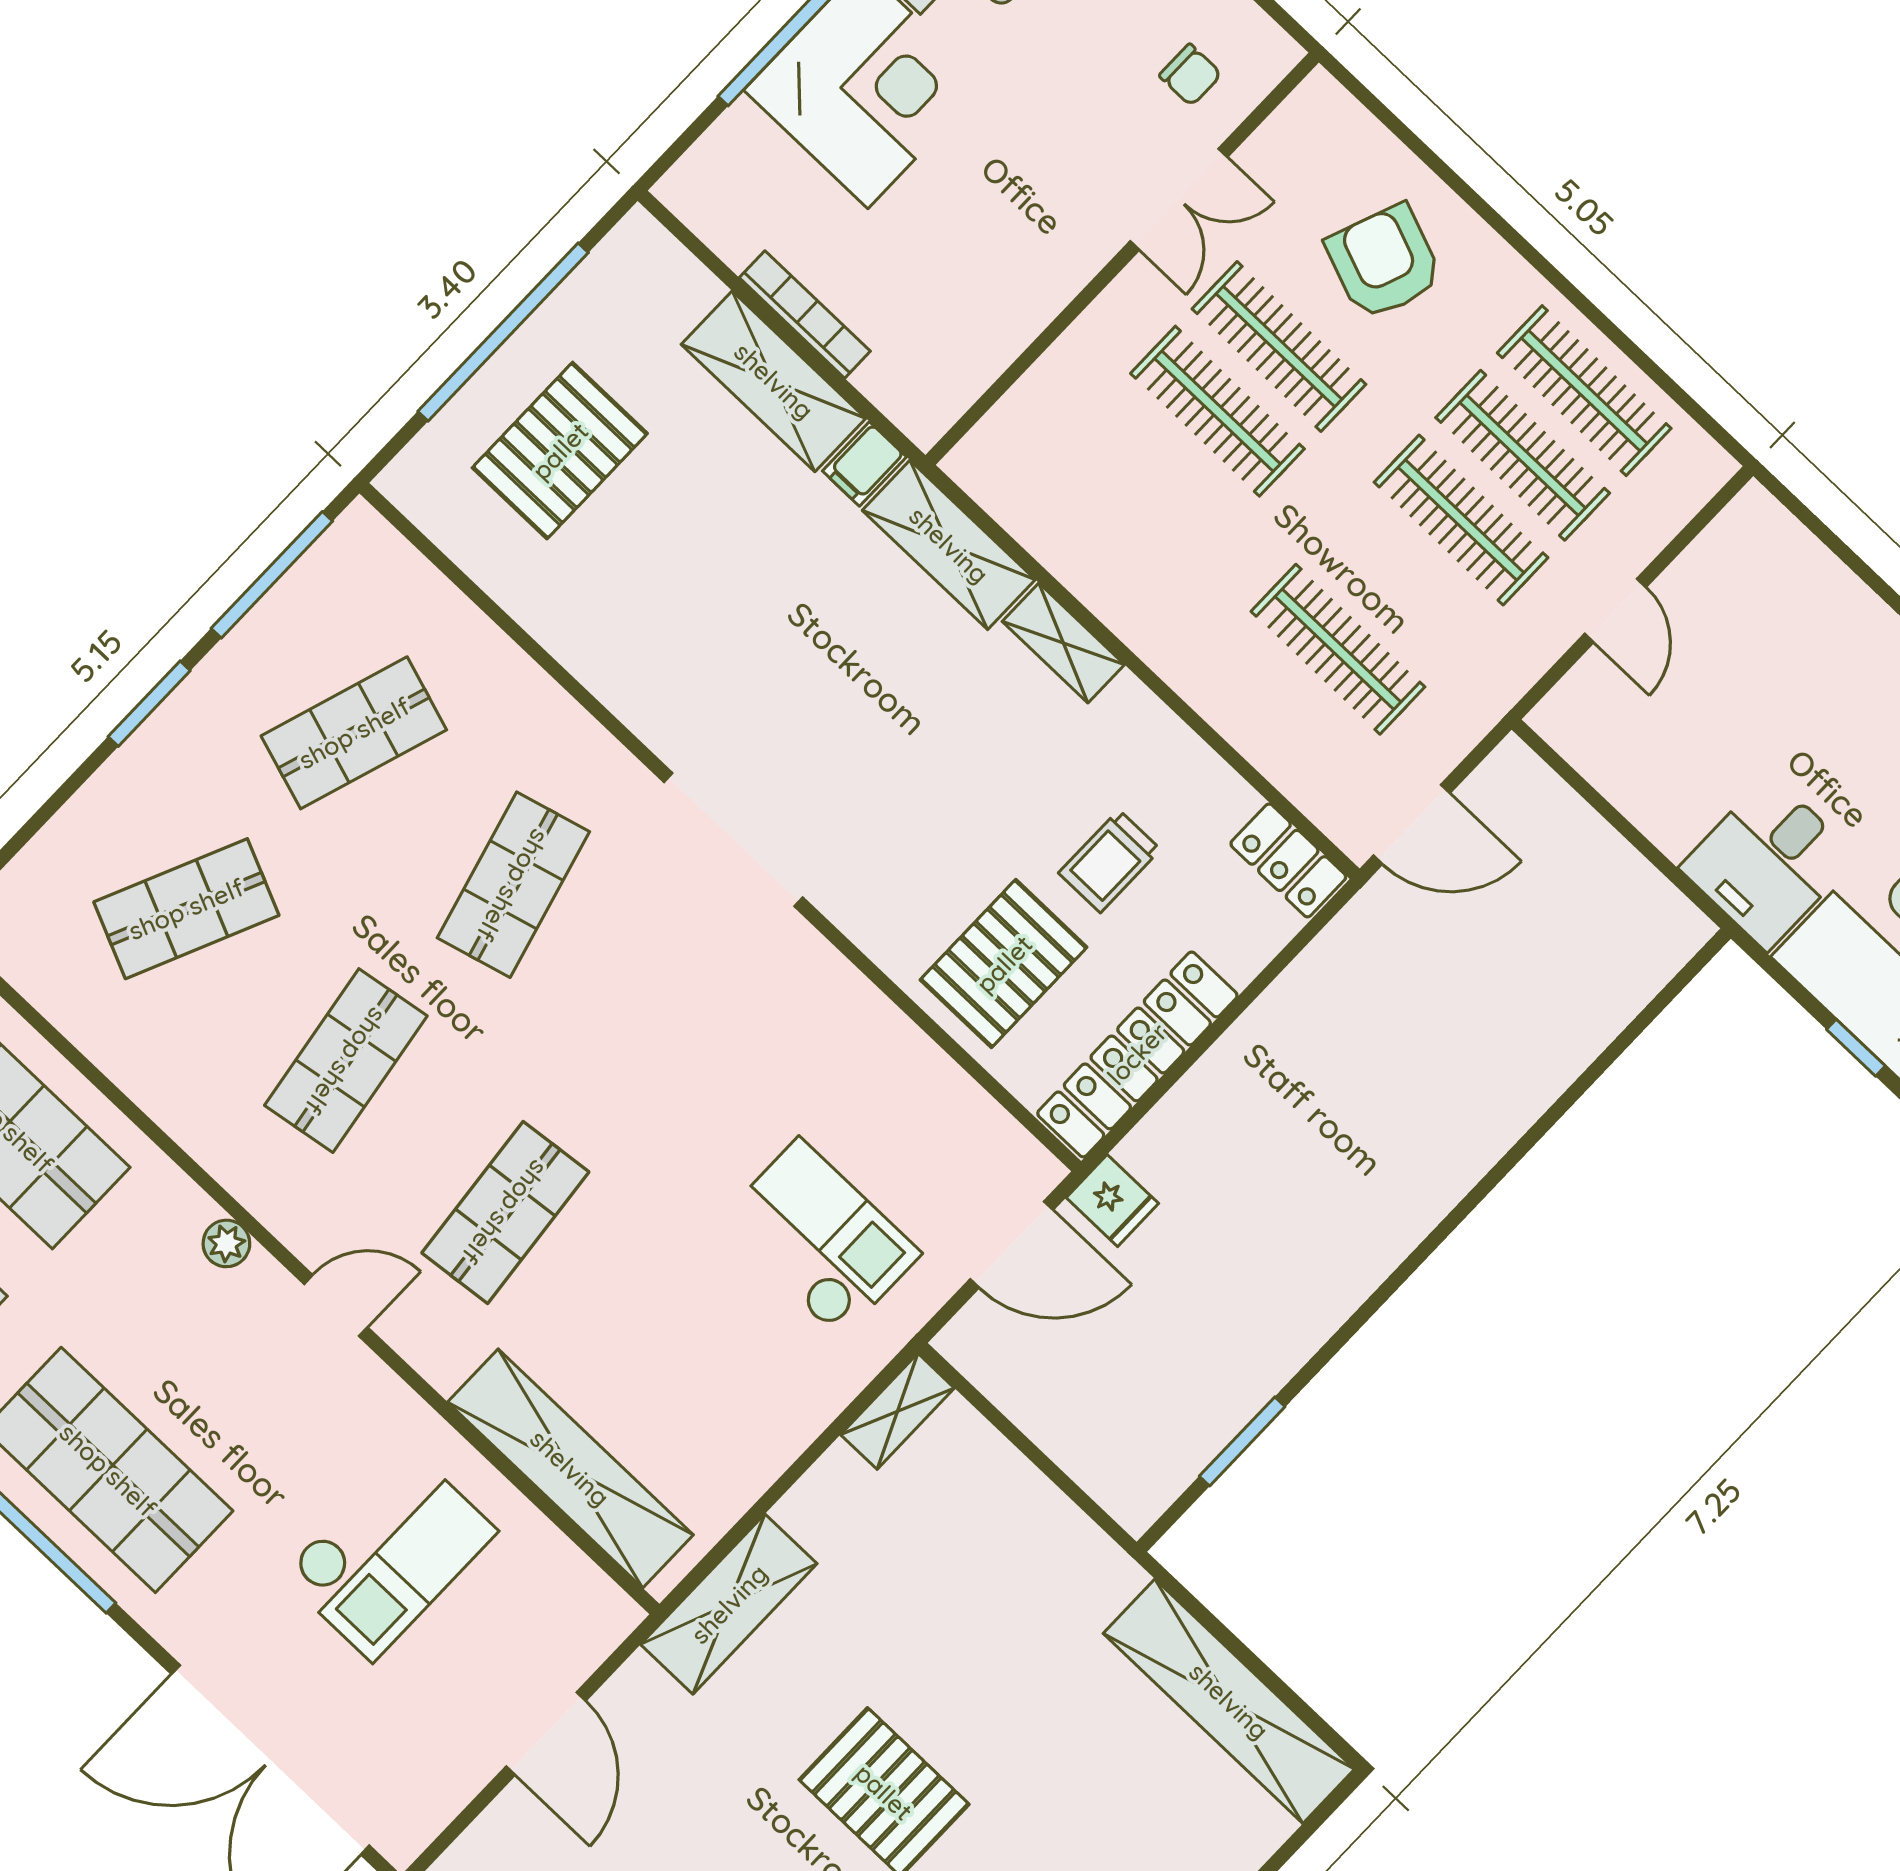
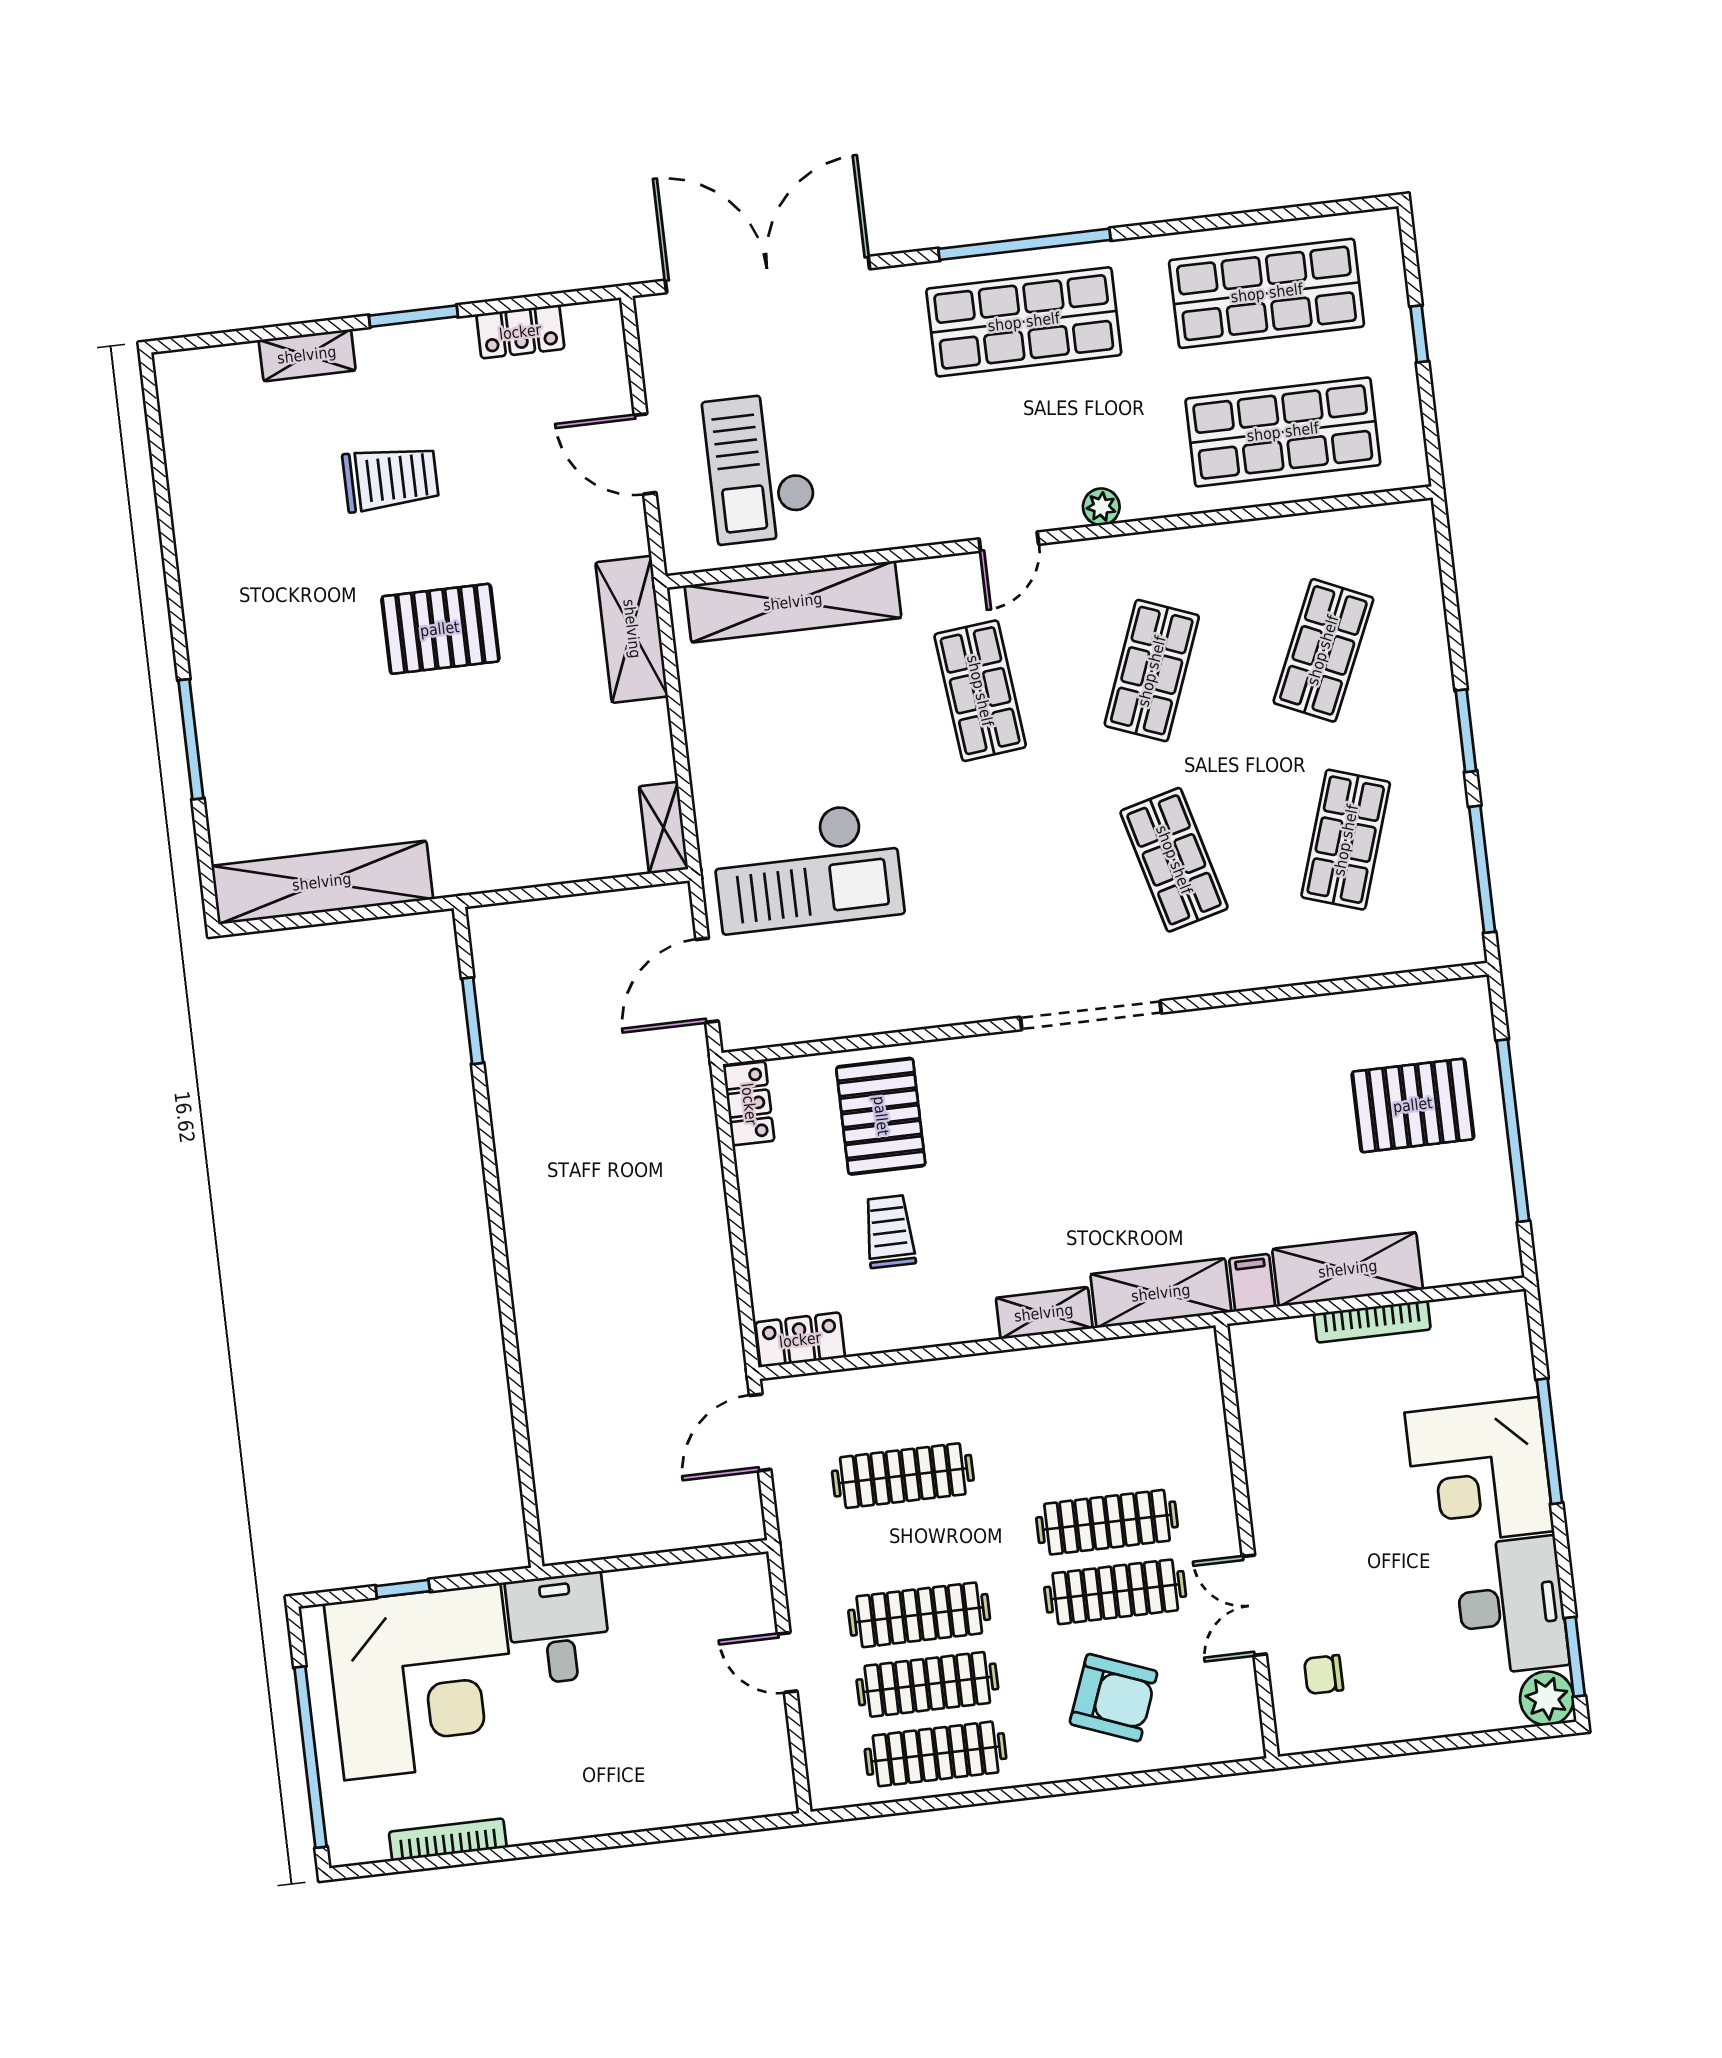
pallet: (560, 451) -> (1413, 1105), turned 90
locker: (1137, 1054) -> (749, 1104), width x0.46, depth x0.83
shop shelf: (346, 1061) -> (1152, 671), turned 30
fridge: (1112, 1201) -> (683, 1063), removed
checkout: (819, 1238) -> (807, 868), width x1.36, depth x1.21
checkout: (389, 1553) -> (760, 468), moved

